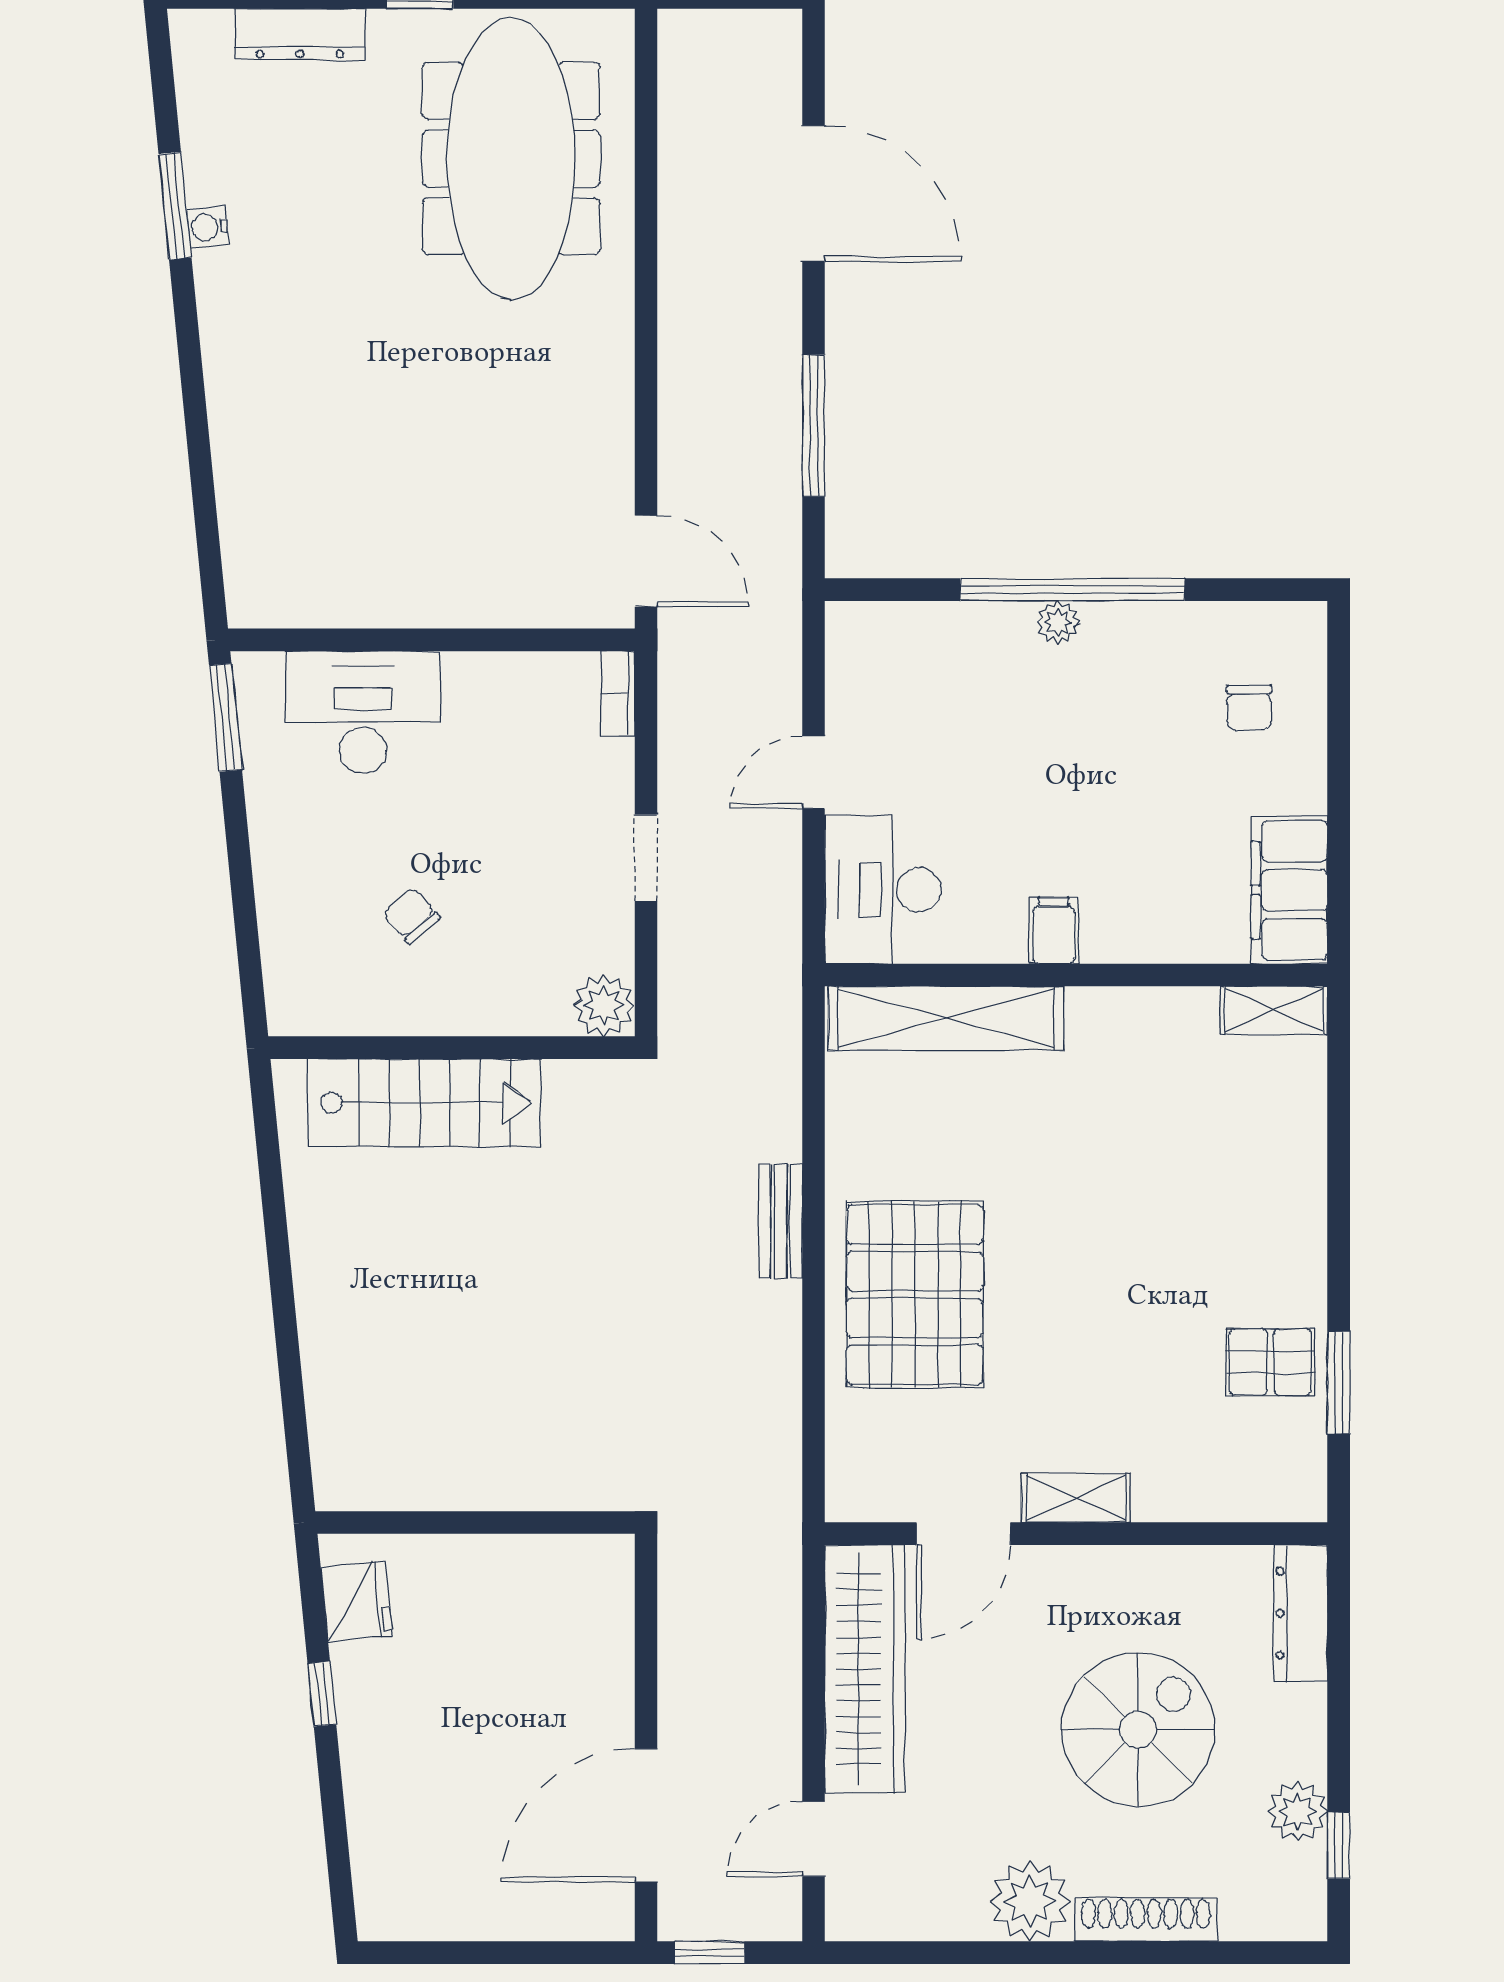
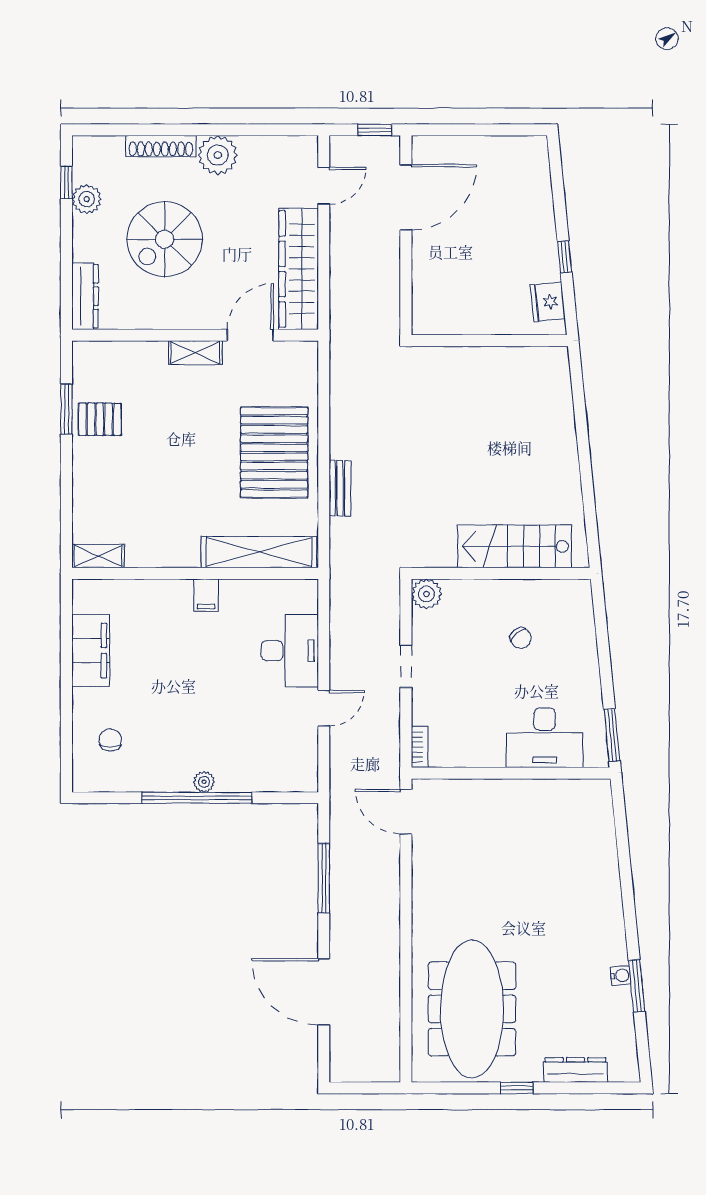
filing cabinet: (1054, 930) -> (206, 595), moved
wall: (1076, 975) -> (195, 573), moved
shelving: (1274, 1010) -> (98, 556), moved
shelving: (946, 1018) -> (259, 552), moved

